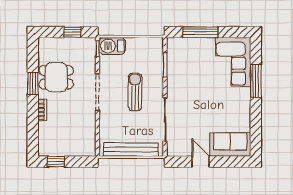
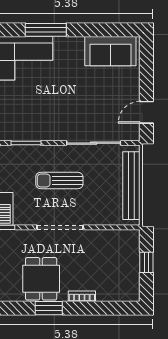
sofa: (230, 145) -> (110, 51), moved, turned -90
window: (56, 162) -> (146, 262), moved
door: (201, 162) -> (146, 112), moved

